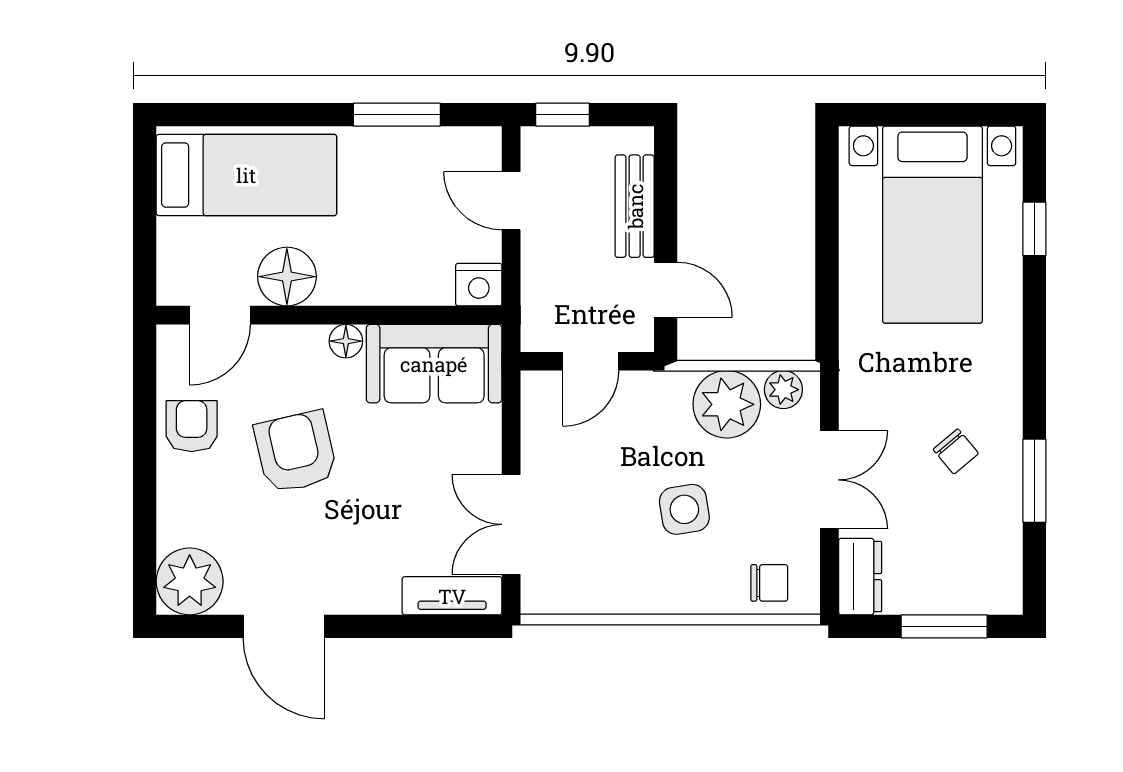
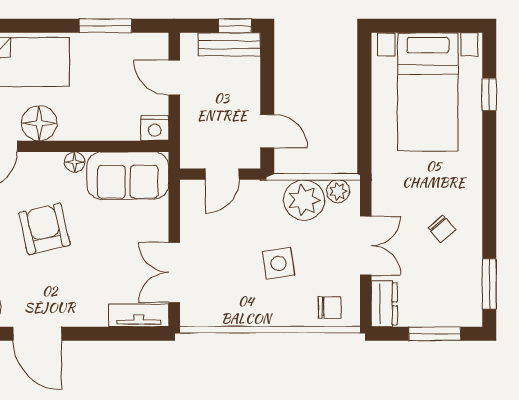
window: (563, 115) -> (235, 26), moved
bench: (635, 206) -> (229, 44), moved, turned 90
window: (1034, 481) -> (489, 284), moved

